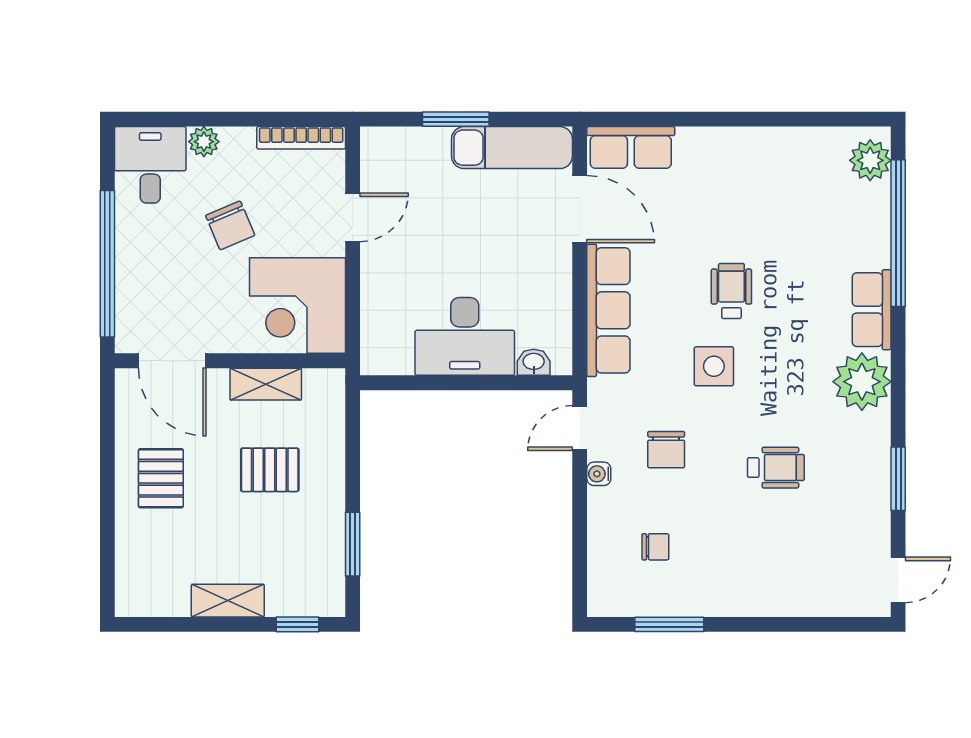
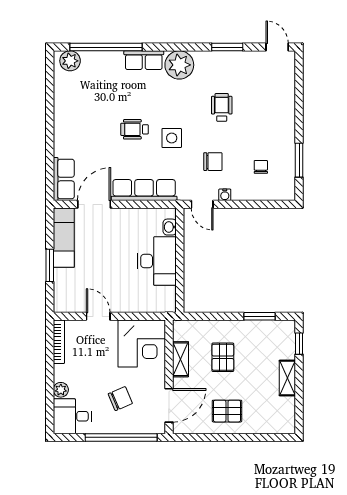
chair: (230, 225) -> (120, 399), moved

